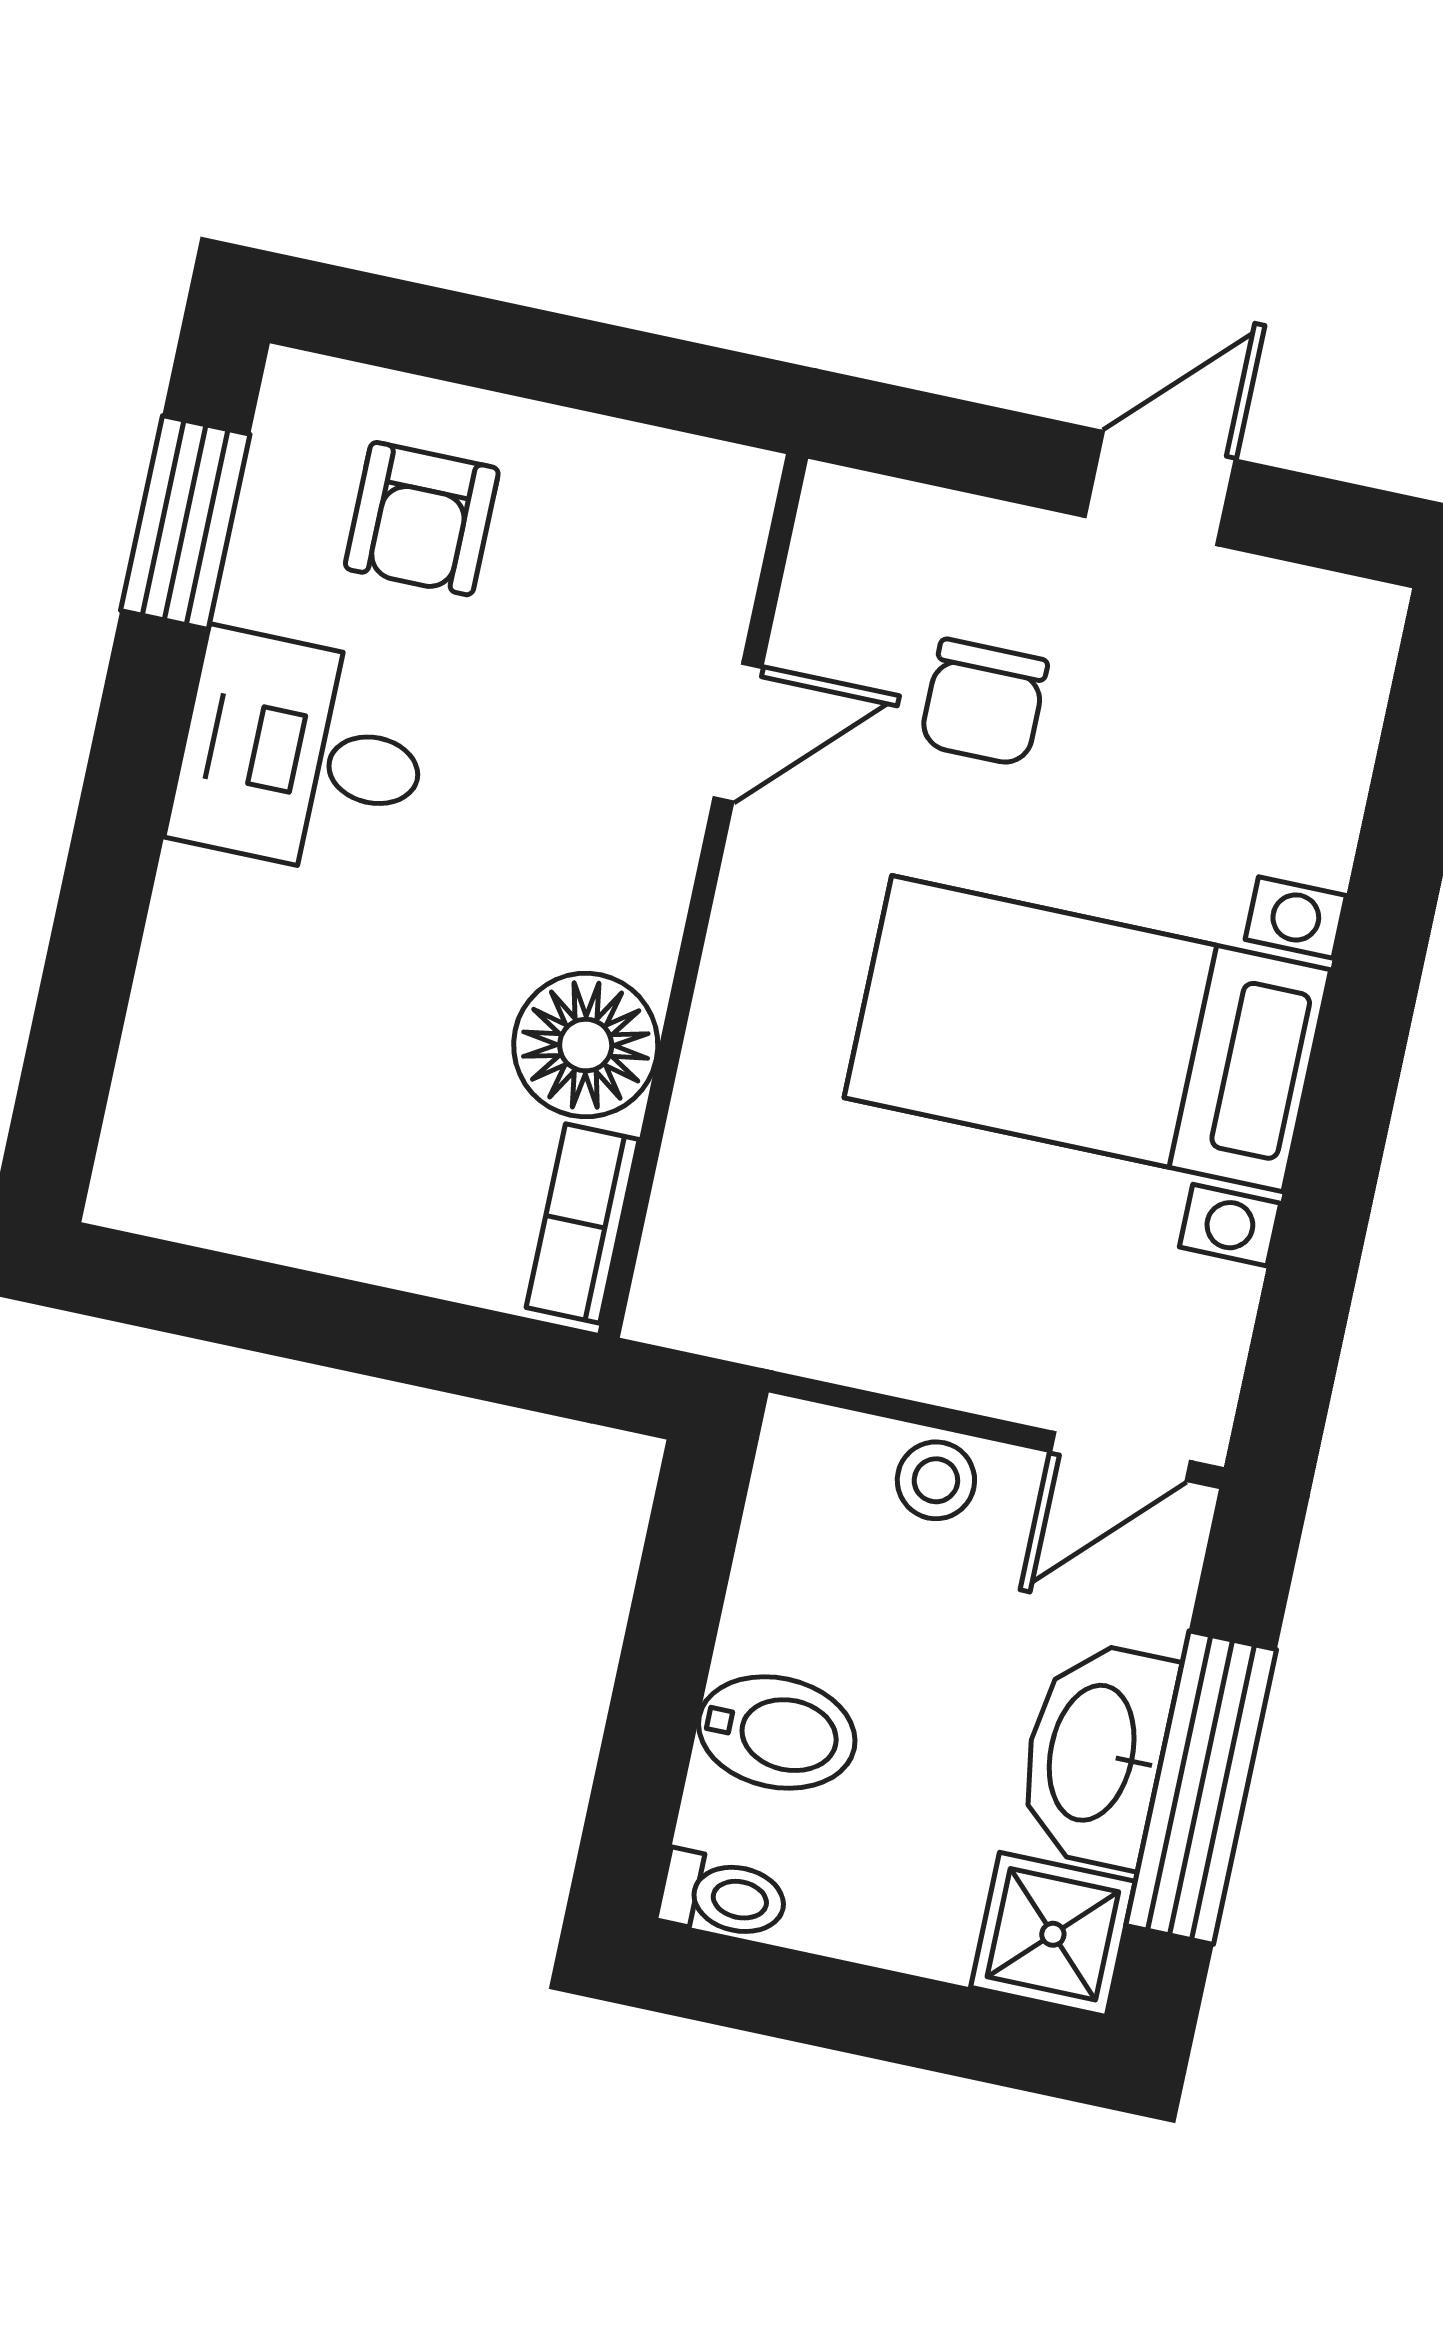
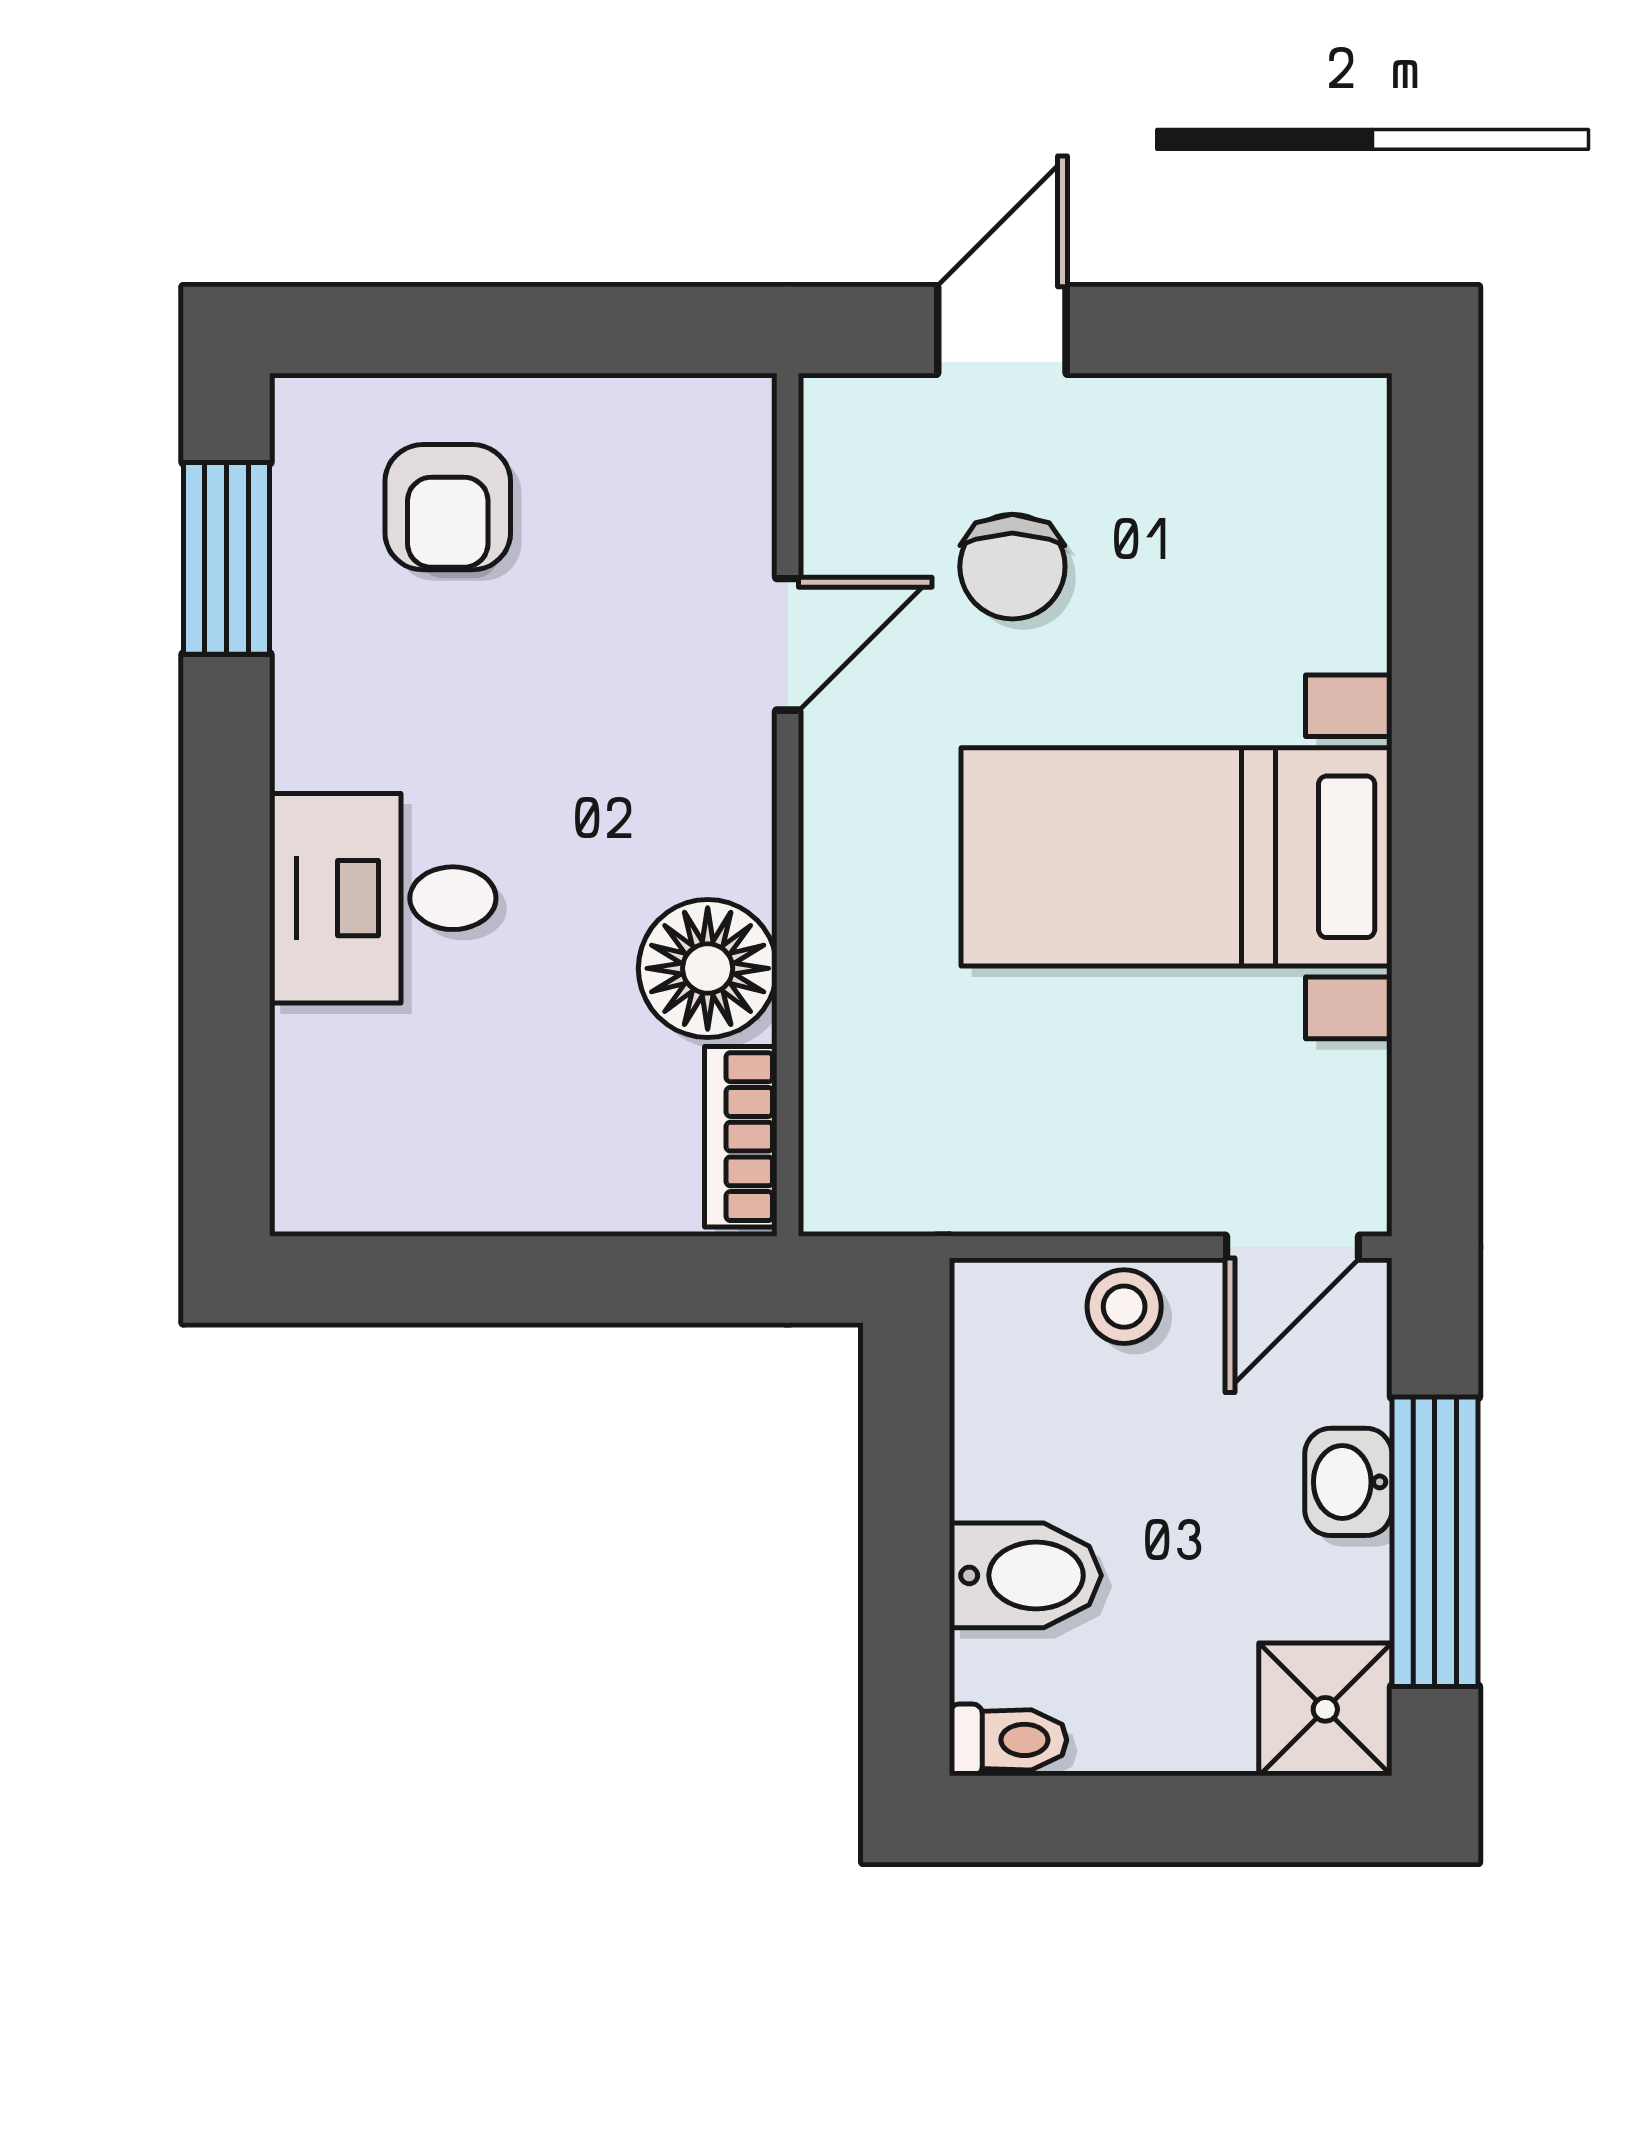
door: (1160, 488) -> (1002, 330), moved
desk: (302, 755) -> (383, 898), moved
washbasin: (1095, 1754) -> (1348, 1482), width x0.52, depth x0.69

